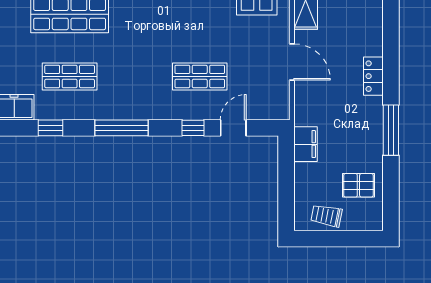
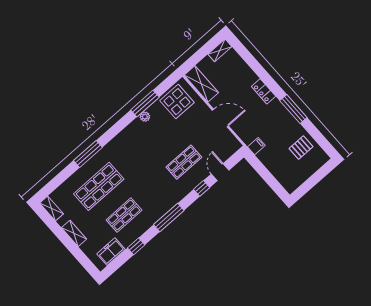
filing cabinet: (305, 144) -> (256, 146), width x0.50
trolley: (326, 216) -> (299, 175), removed

